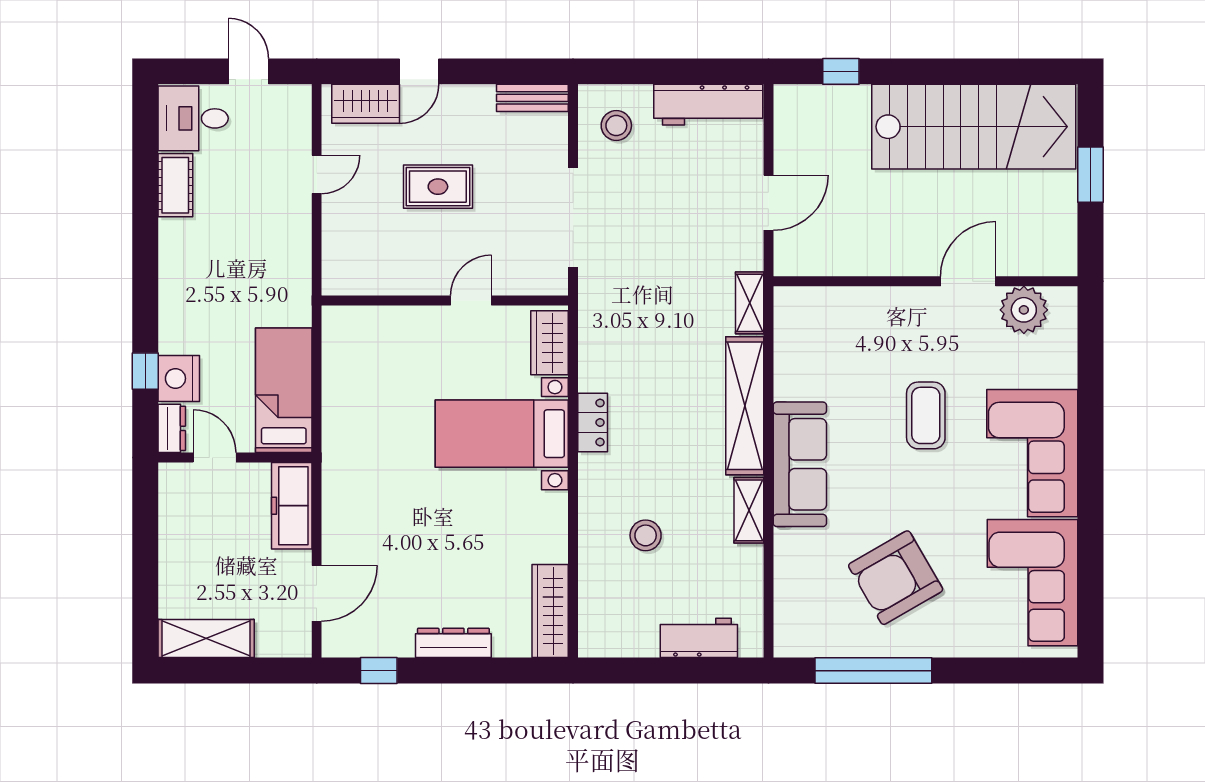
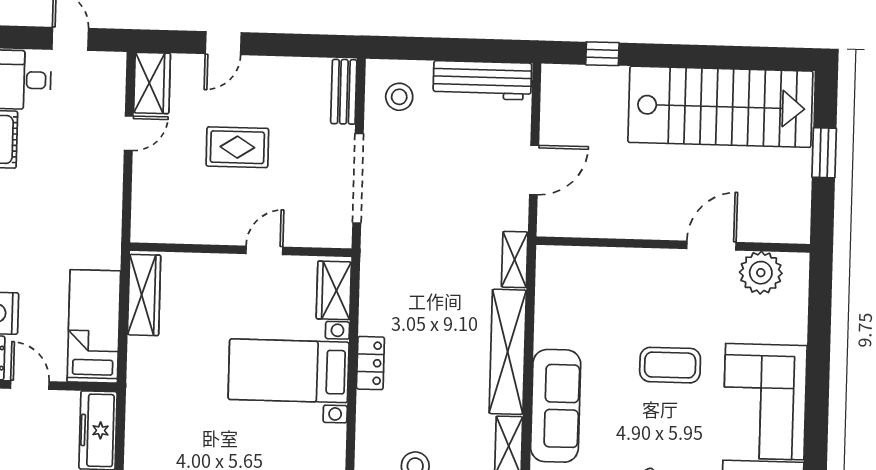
bench: (532, 98) -> (344, 92), moved, turned 90
wardrobe: (366, 104) -> (152, 83), moved, turned -90
wardrobe: (339, 354) -> (144, 295), added
coffee table: (926, 415) -> (670, 365), turned 90

